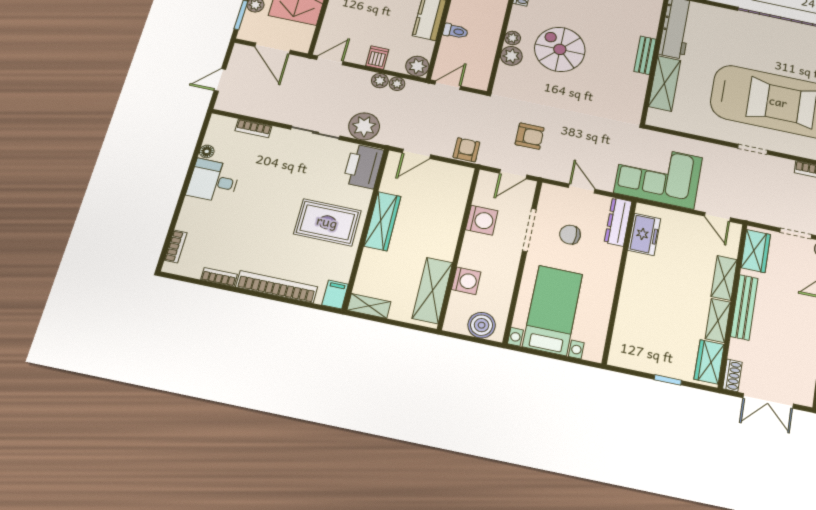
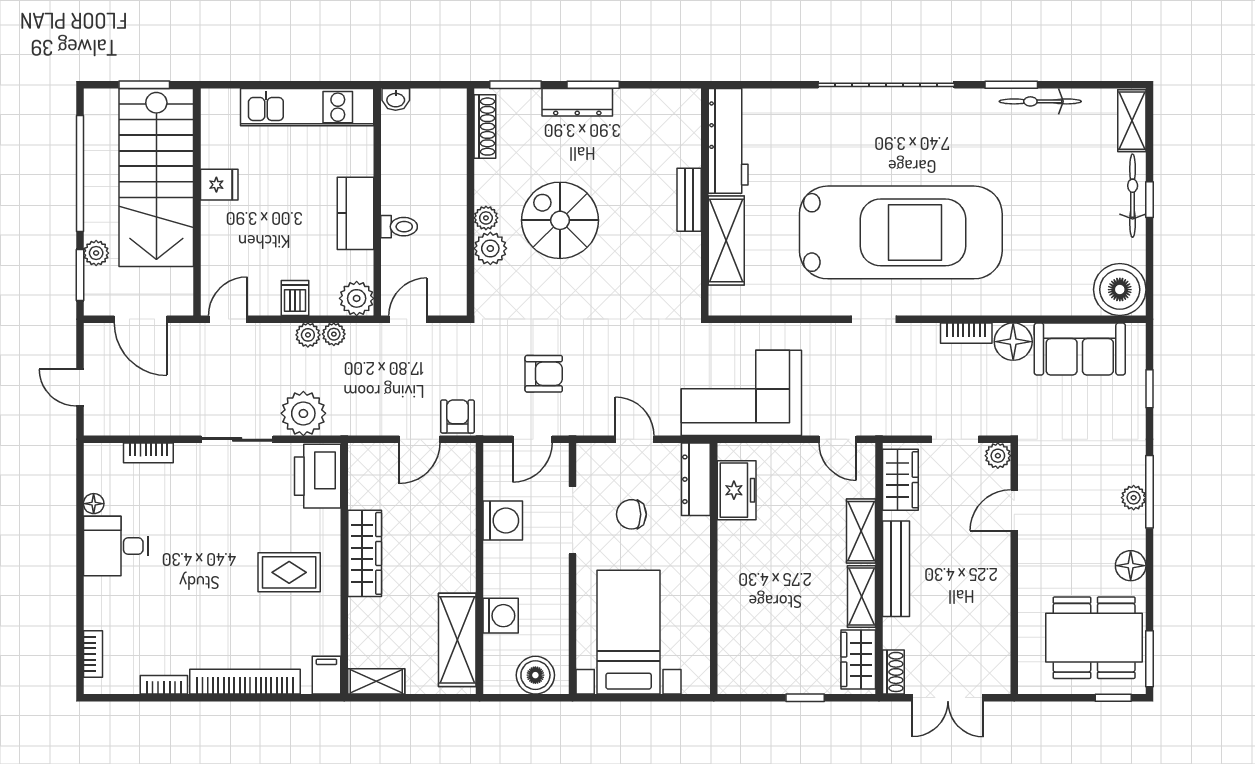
door: (220, 80) -> (80, 388), hinge flipped
door: (416, 154) -> (419, 439), moved
rug: (327, 222) -> (289, 572), width x0.73, depth x0.70

